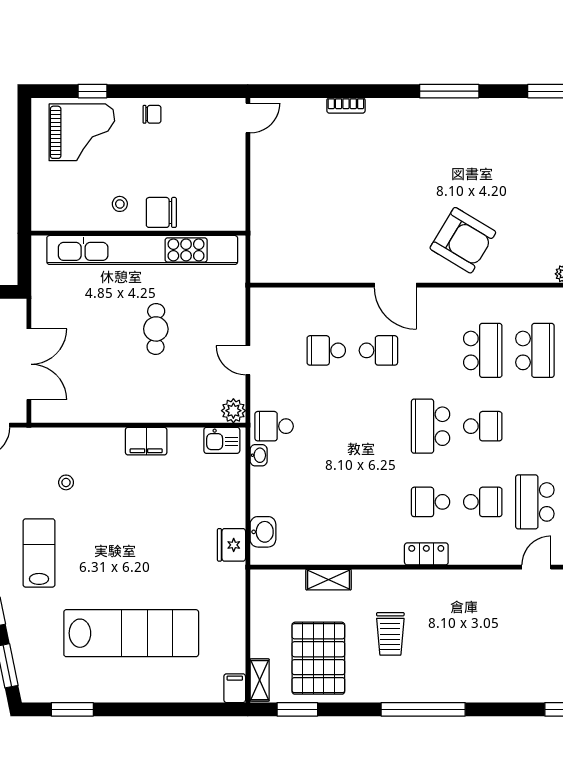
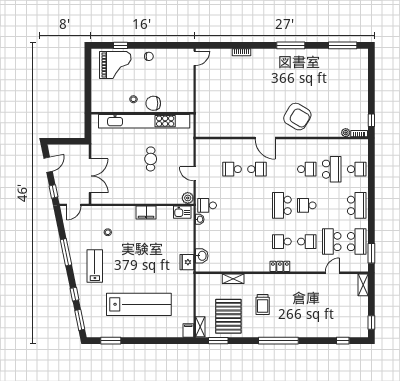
school desk: (483, 350) -> (307, 169), width x0.54
school desk: (483, 426) -> (307, 205), turned 180

